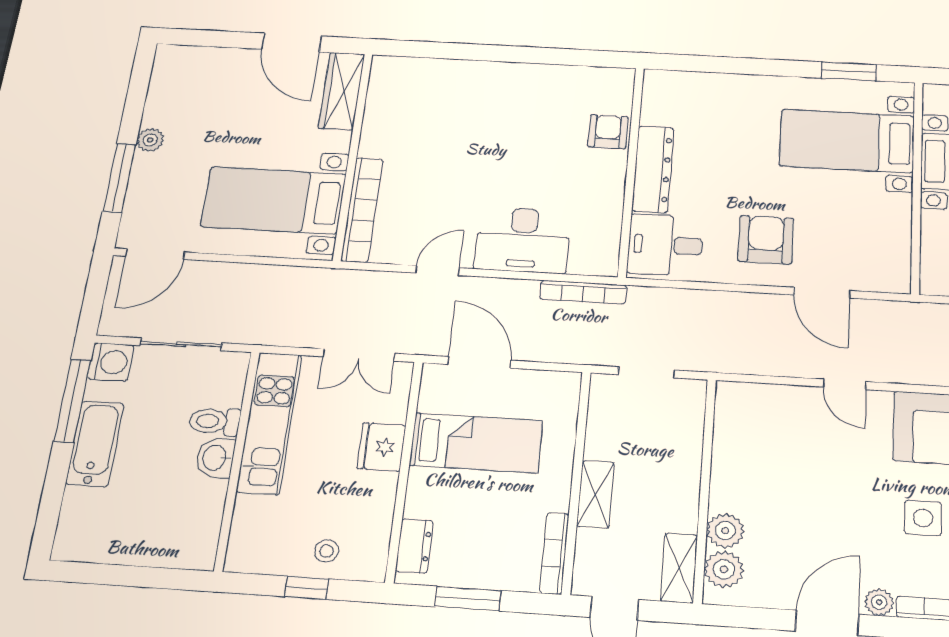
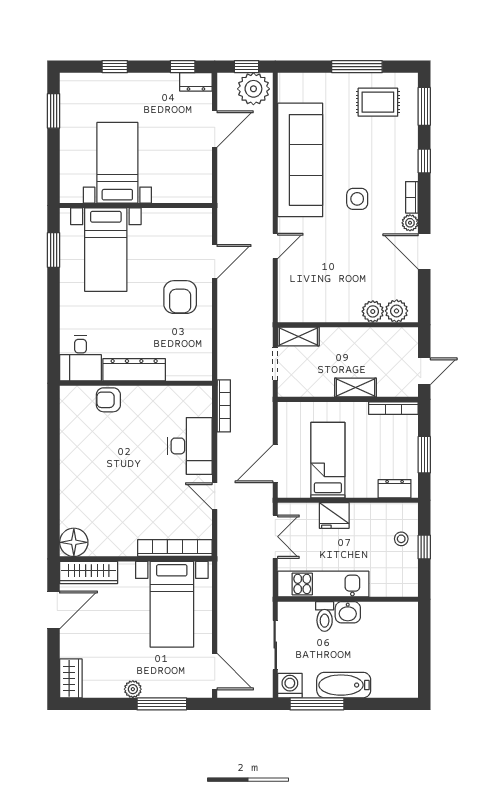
wardrobe: (183, 59) -> (71, 678), added
floor lamp: (391, 74) -> (74, 542), added
armchair: (766, 240) -> (180, 297), turned -90
desk: (665, 245) -> (80, 358), moved
shelving: (679, 568) -> (298, 336), moved

